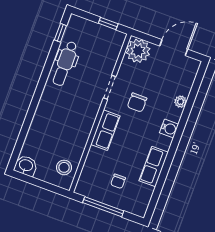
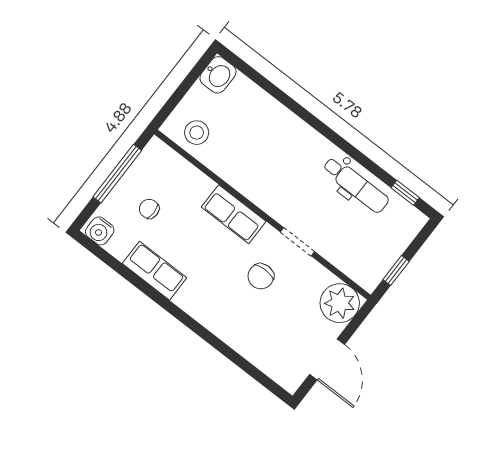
dental chair: (65, 63) -> (356, 185), turned 180
plant: (181, 102) -> (241, 344), removed
chair: (137, 103) -> (261, 276), turned -90
water cooler: (169, 129) -> (100, 231), moved

